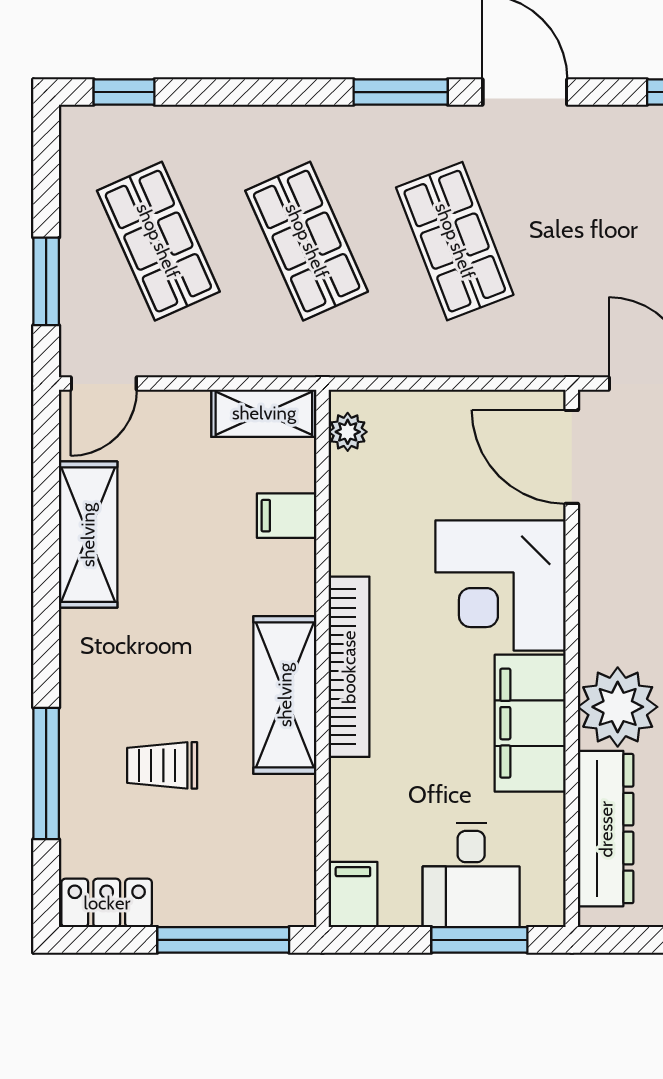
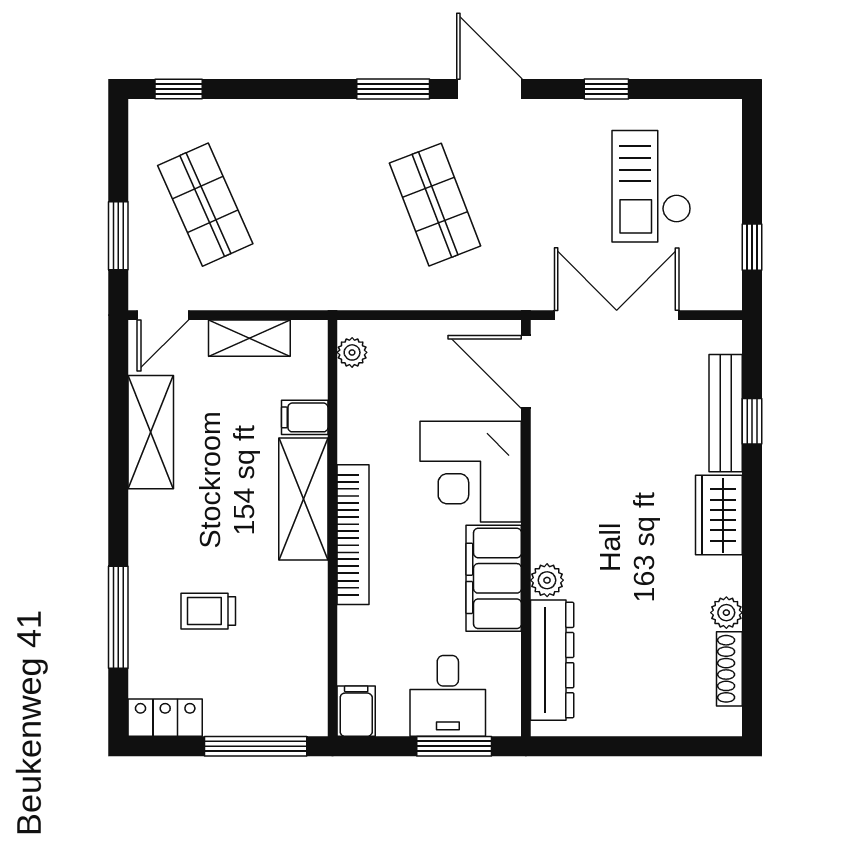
shop shelf: (307, 241) -> (320, 205), removed
shelving: (264, 413) -> (249, 338), moved
shelving: (285, 695) -> (303, 499), moved
plant: (618, 707) -> (547, 580), width x0.53, depth x0.53

